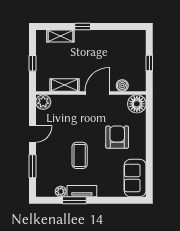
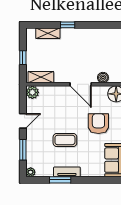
shelving: (65, 85) -> (41, 77), moved
door: (97, 93) -> (81, 84), swing flipped
coffee table: (80, 155) -> (65, 140), turned 90
plant: (61, 191) -> (31, 172), moved

